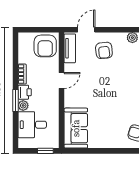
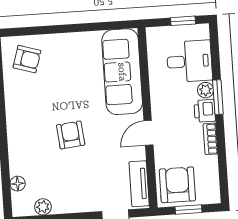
window: (39, 30) -> (189, 210), added
armchair: (104, 50) -> (71, 135), moved
sofa: (76, 128) -> (122, 72), width x1.36
window: (45, 151) -> (183, 21), moved

